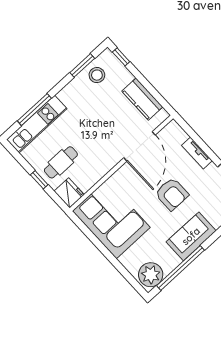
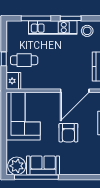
window: (82, 65) -> (71, 18), moved
kitchen unit: (37, 124) -> (53, 27), moved
sofa: (191, 236) -> (43, 165), moved

